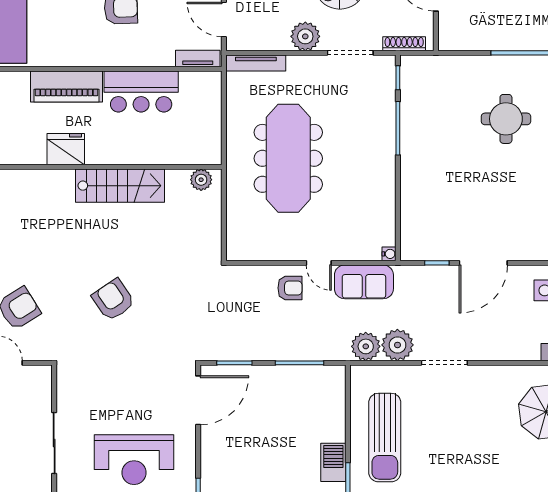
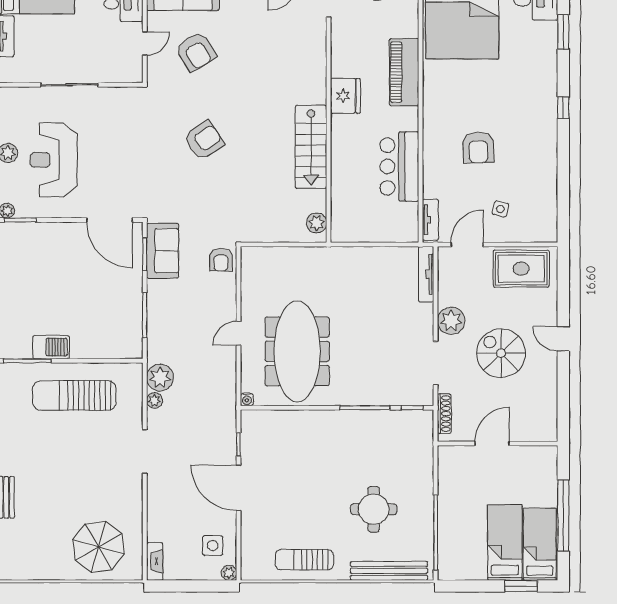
piano: (67, 87) -> (404, 72), moved
meeting table: (288, 158) -> (297, 351), moved, turned 90
sofa: (364, 282) -> (162, 251), moved, turned 180
armchair: (290, 288) -> (221, 260), moved
plant: (397, 345) -> (154, 400), width x0.53, depth x0.53

